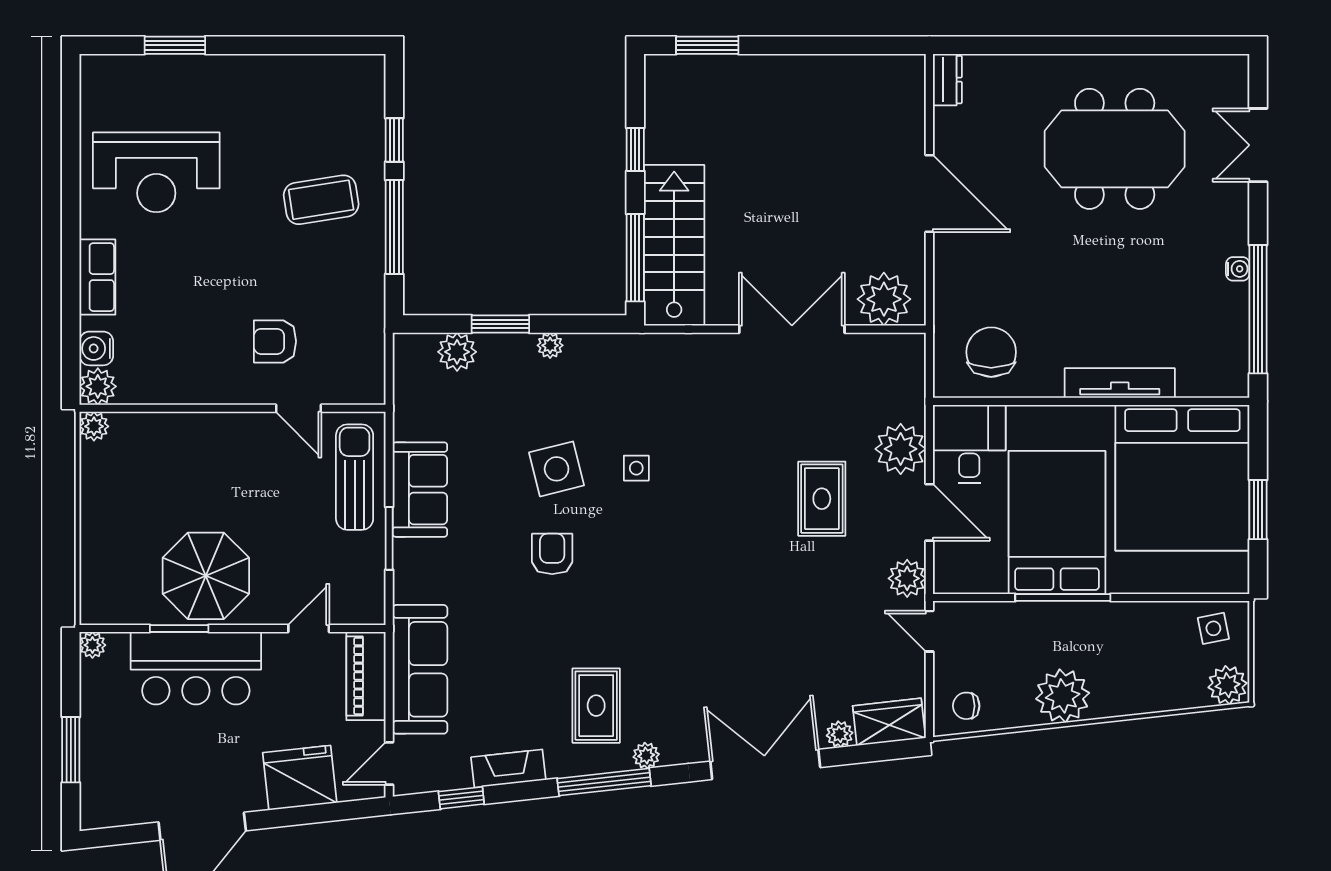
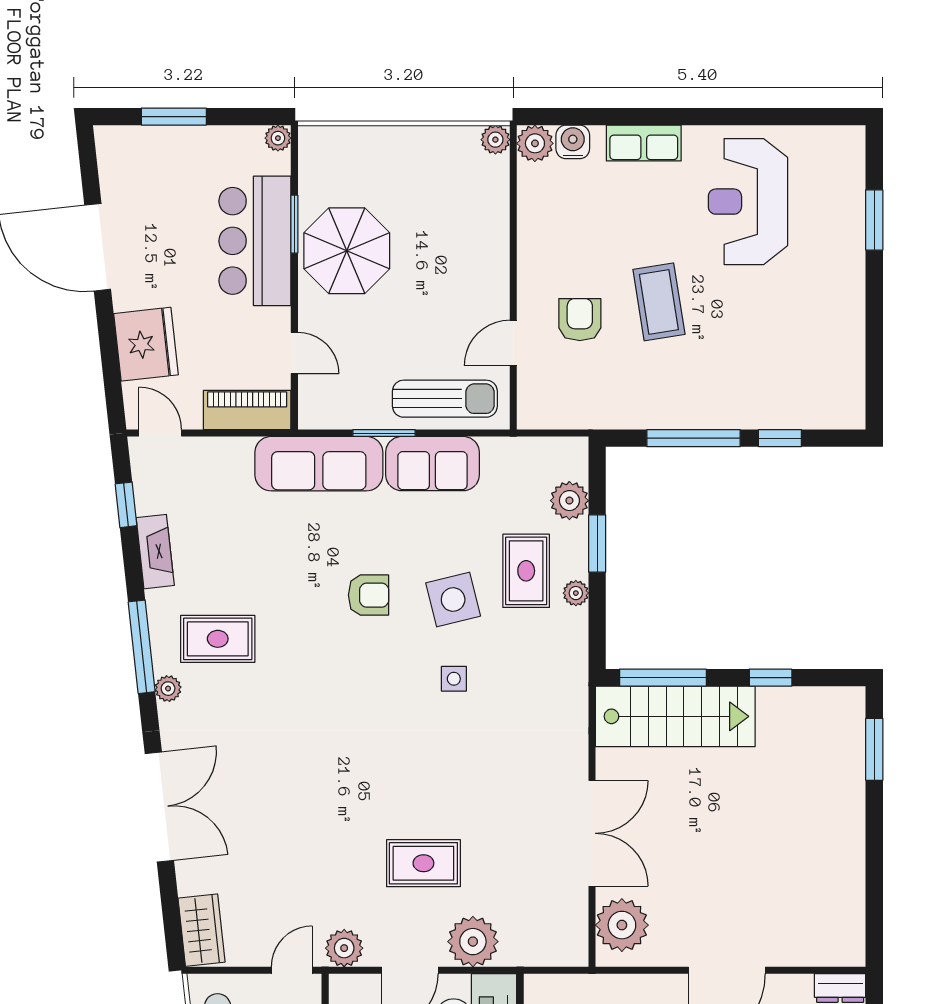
coffee table: (321, 200) -> (659, 302), moved
rug: (528, 395) -> (526, 571), added
sofa: (420, 669) -> (319, 464), moved
plant: (840, 734) -> (189, 881), removed

